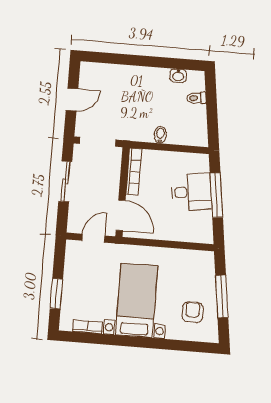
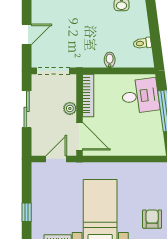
toilet: (196, 98) -> (142, 43), moved
plant: (113, 184) -> (70, 108), added
desk: (191, 192) -> (140, 96), moved
window: (56, 294) -> (27, 212), width x0.67

